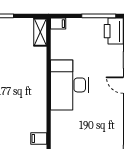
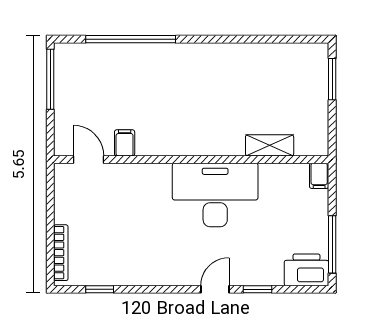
shelving: (40, 32) -> (270, 145), moved

